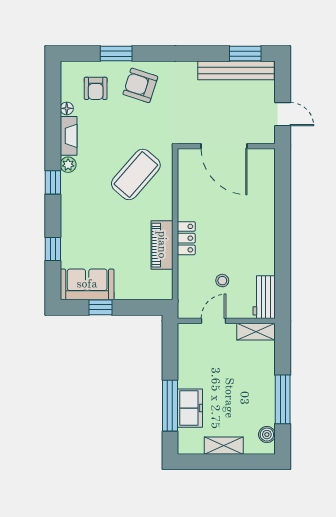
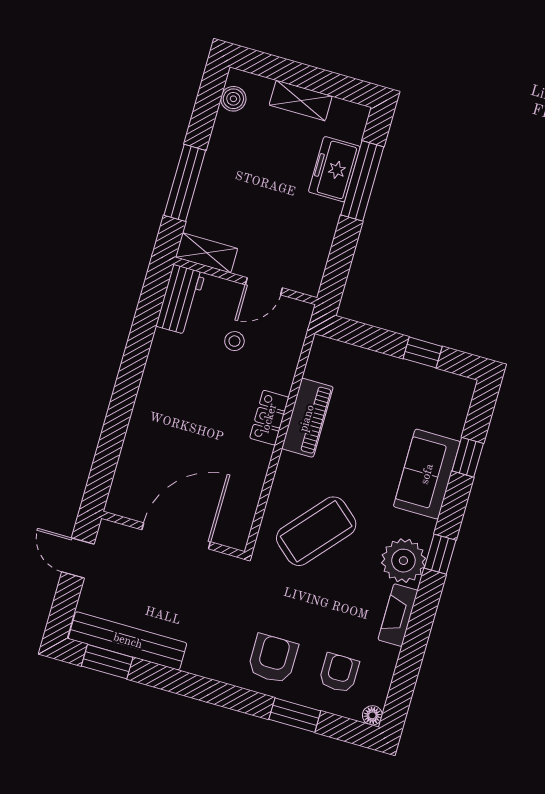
armchair: (140, 85) -> (273, 659), turned -108
floor lamp: (67, 108) -> (372, 715), moved
door: (224, 146) -> (176, 536), hinge flipped
plant: (68, 165) -> (403, 561), width x1.88, depth x1.88
sofa: (87, 284) -> (427, 474), moved, turned 90
window: (283, 399) -> (185, 183), moved

